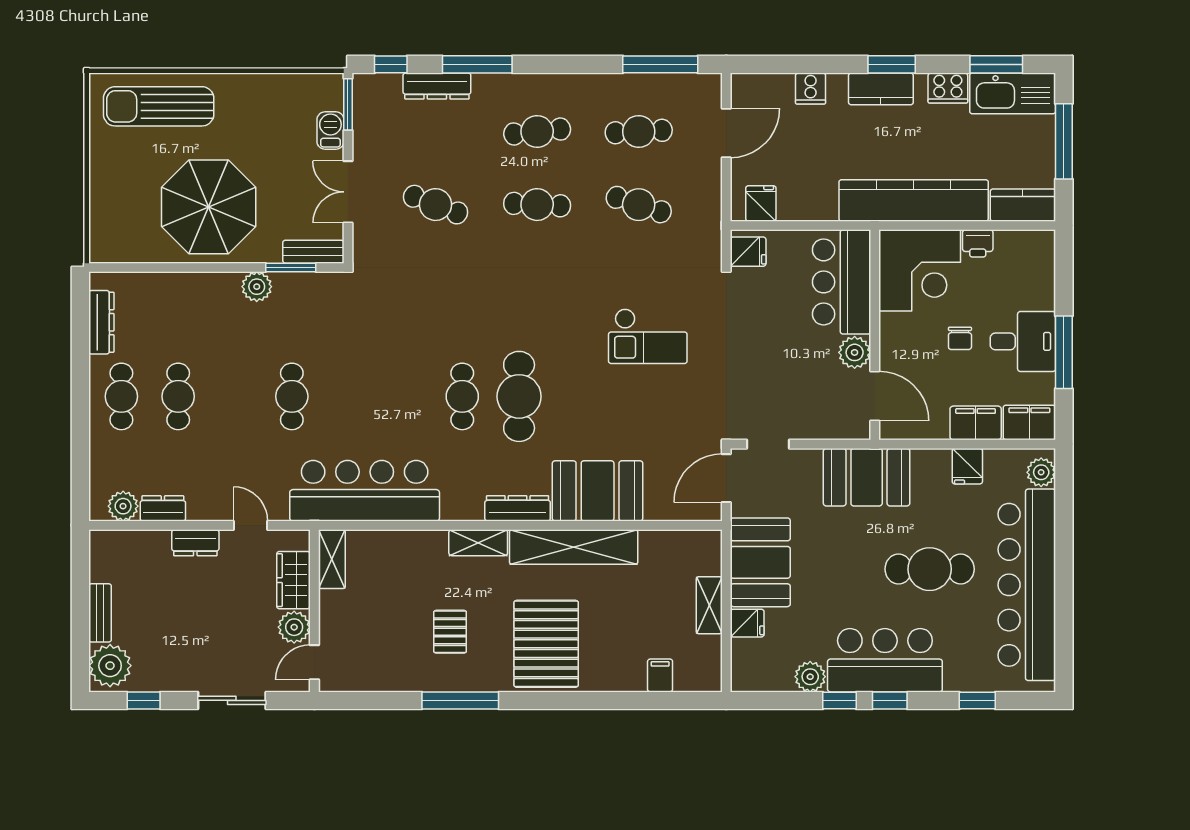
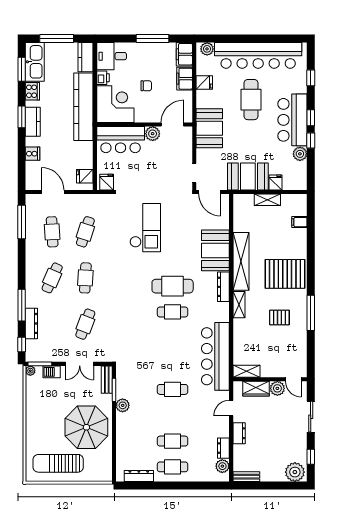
plant: (333, 84) -> (30, 371), added
sun lounger: (159, 106) -> (58, 463), moved, turned 90
cafe table: (537, 132) -> (52, 278), turned 30
checkout: (648, 336) -> (145, 228), width x1.36, depth x1.21
desk: (1023, 341) -> (112, 56), moved, turned -90
bench: (100, 613) -> (246, 477), moved

